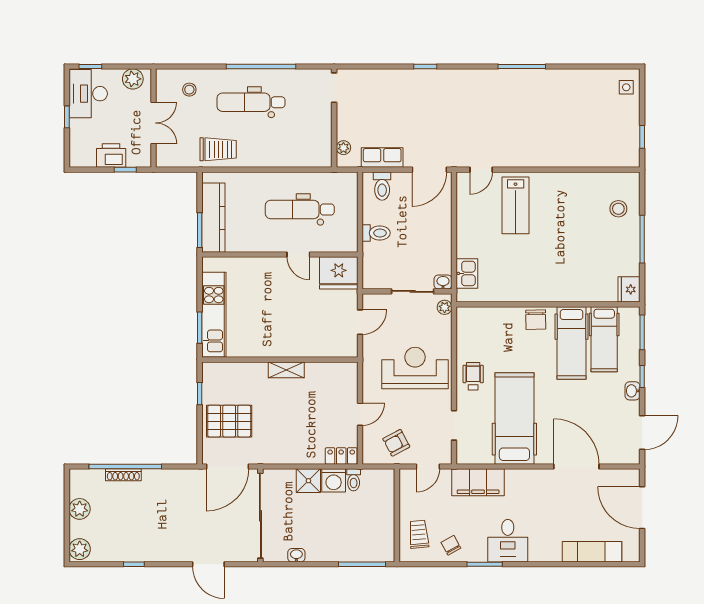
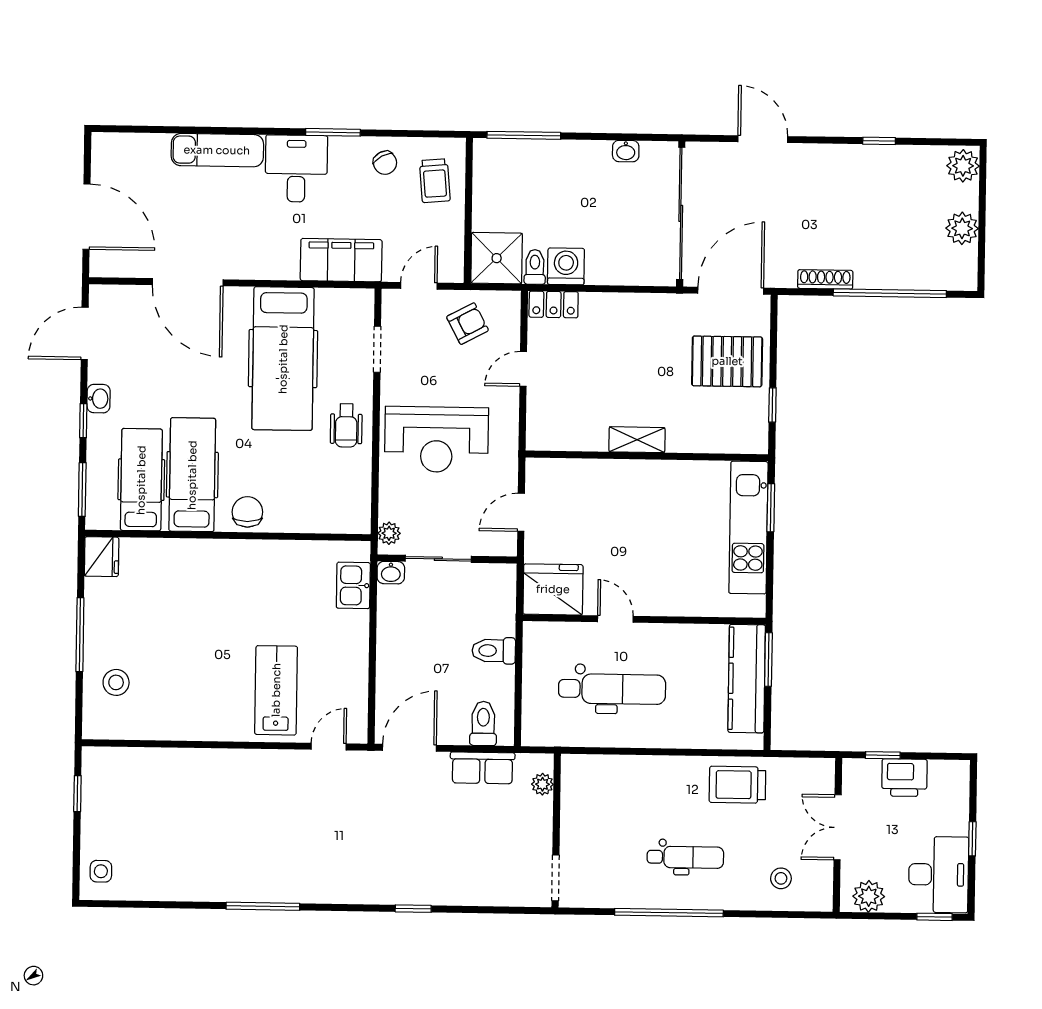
dental chair: (251, 102) -> (685, 857), width x0.73, depth x0.72
shoe rack: (123, 475) -> (825, 279), moved
shower: (308, 481) -> (497, 258), moved, width x1.36, depth x1.36
exam couch: (592, 552) -> (217, 150), moved

